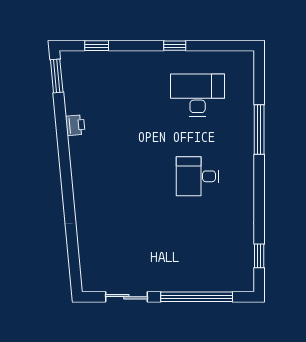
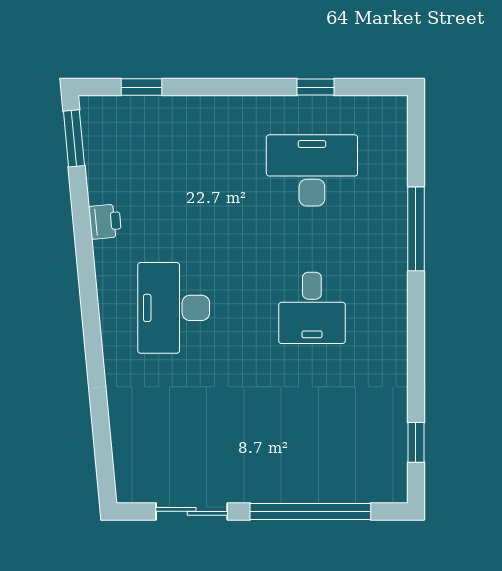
window: (175, 46) -> (316, 87), moved
desk: (116, 176) -> (174, 308), added
desk: (198, 176) -> (312, 308), turned -90

